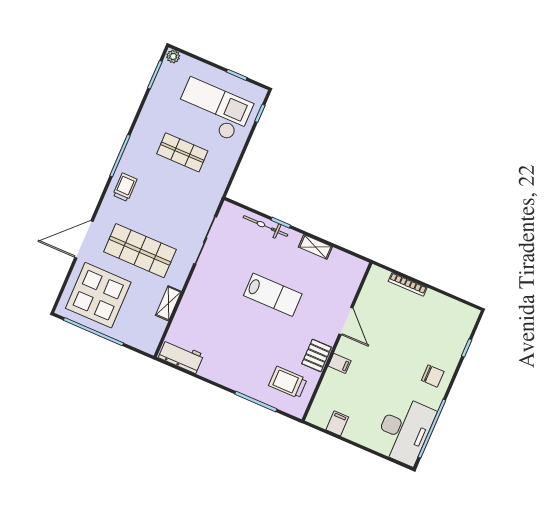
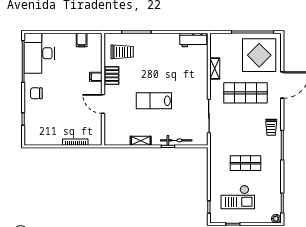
checkout: (214, 110) -> (238, 197), width x0.73, depth x0.83

